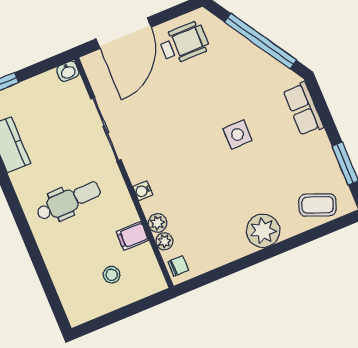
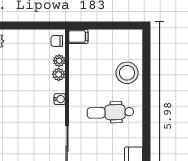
filing cabinet: (132, 236) -> (78, 37), moved
stool: (112, 275) -> (127, 73), moved, width x1.89, depth x1.89

